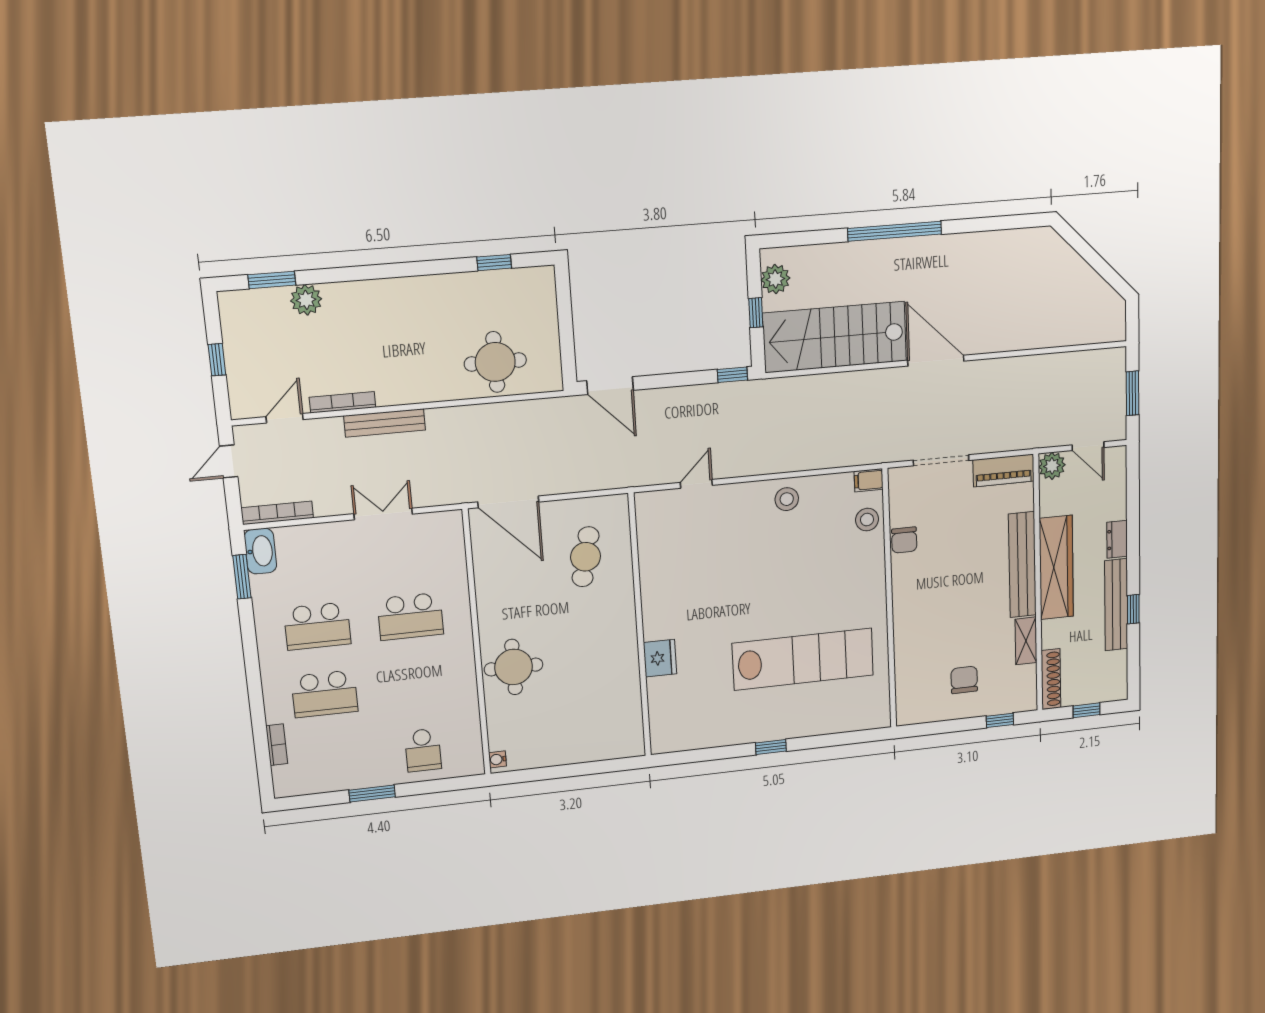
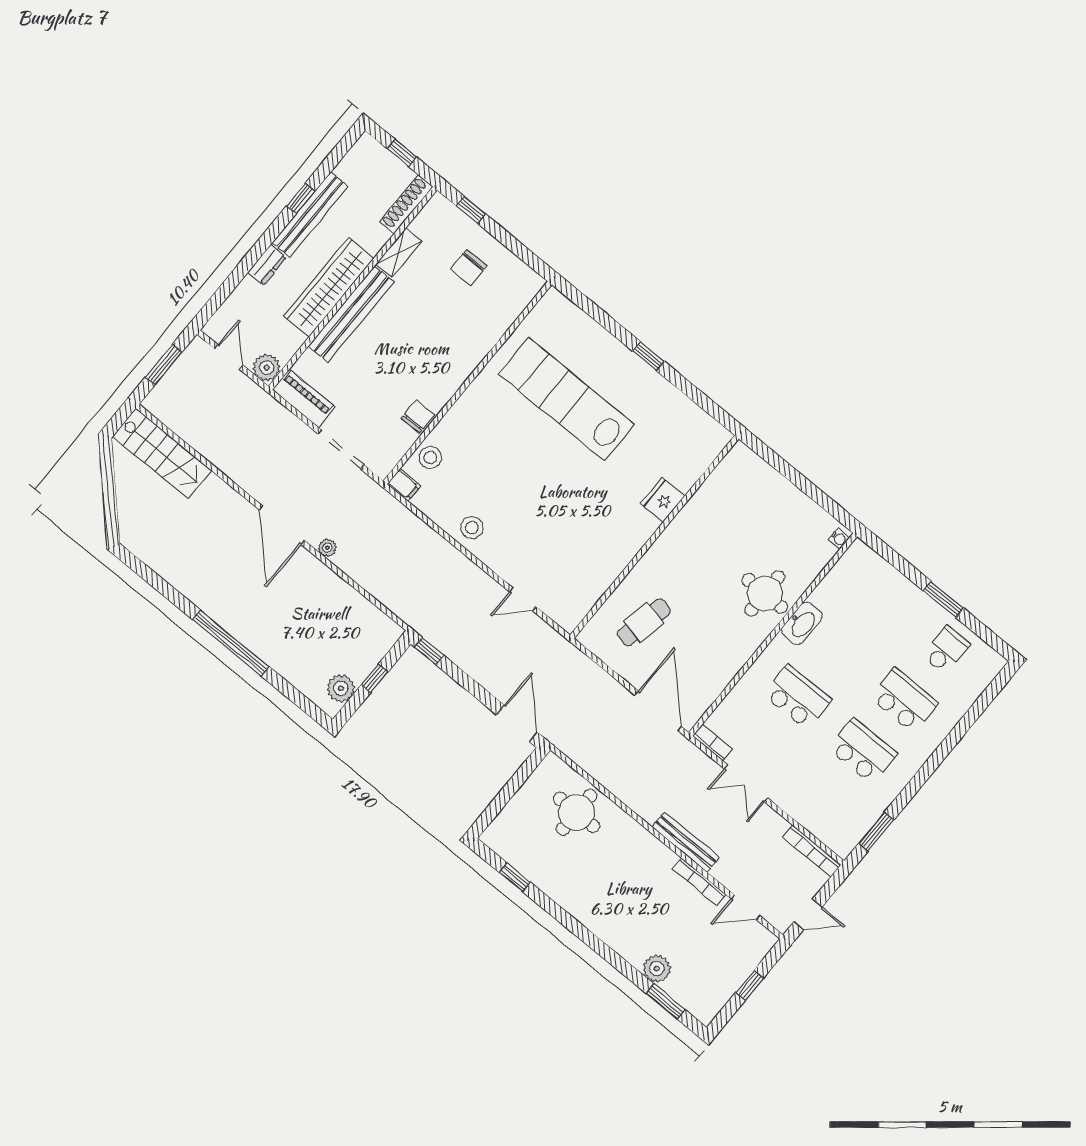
stairs: (835, 337) -> (162, 454), moved, width x0.73, depth x0.66
plant: (885, 377) -> (327, 548), added
washbasin: (260, 551) -> (802, 623), moved, turned 180
bookcase: (277, 745) -> (713, 742), moved, turned 90
school desk: (423, 750) -> (946, 650), moved

